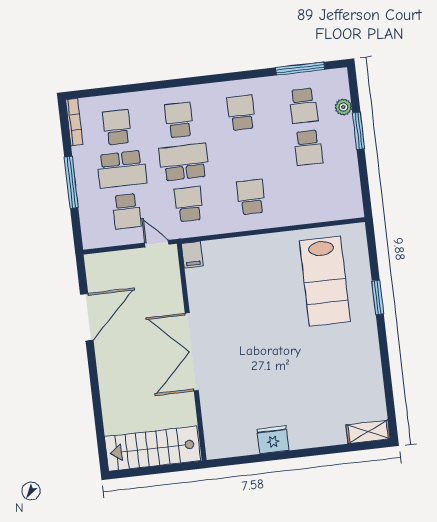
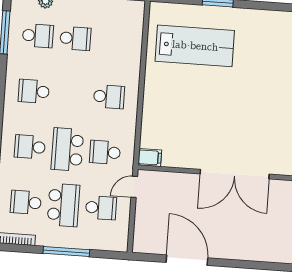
school desk: (251, 197) -> (109, 97), turned 180

